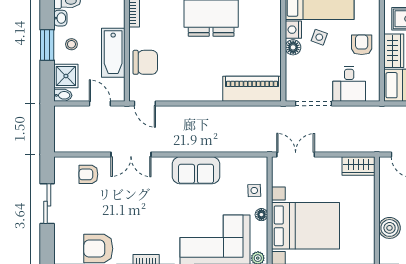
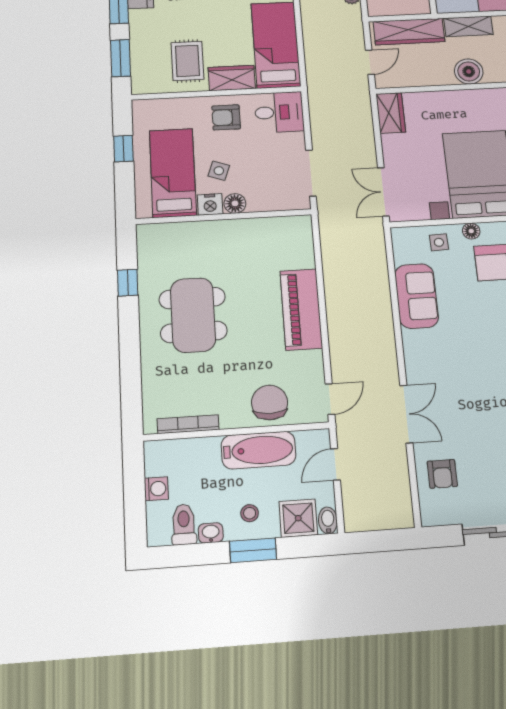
desk: (349, 84) -> (279, 112), moved
piano: (252, 89) -> (301, 309), moved
sofa: (196, 170) -> (417, 296), moved

